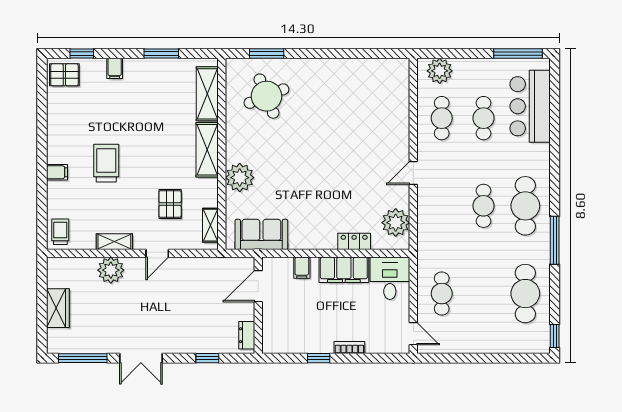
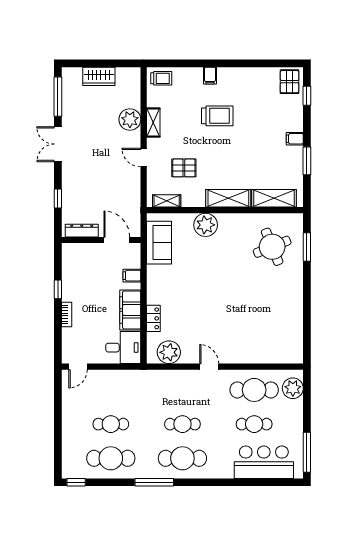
filing cabinet: (115, 68) -> (295, 139), moved
cafe table: (442, 118) -> (254, 390), width x1.37, depth x1.35
cafe table: (442, 294) -> (111, 424), moved
dresser: (247, 335) -> (82, 231), width x1.44

